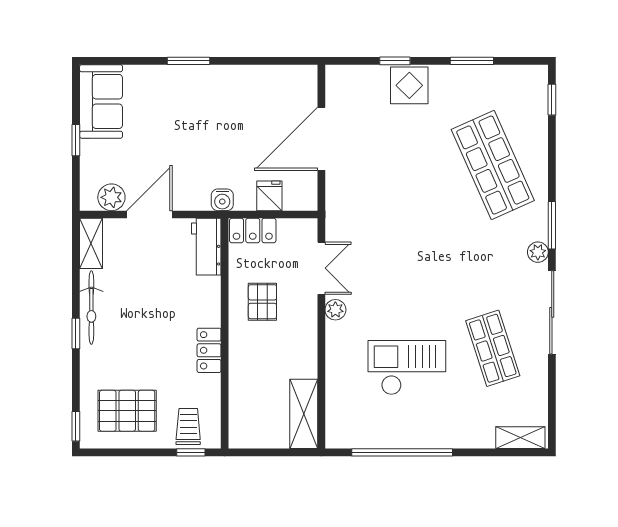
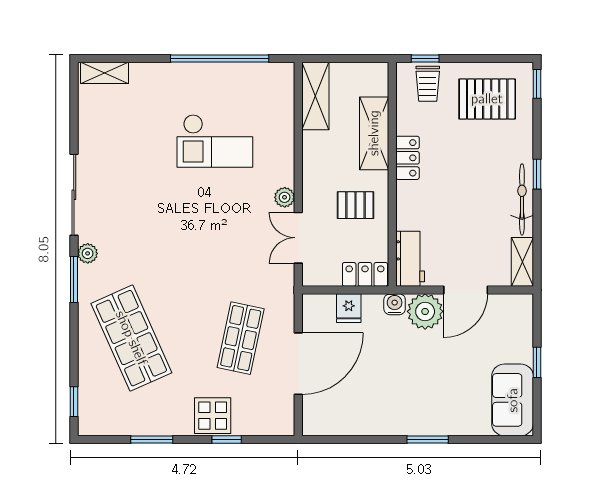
plant: (111, 197) -> (425, 311), moved, width x1.36, depth x1.36
pallet: (262, 302) -> (355, 205), turned 90
shop shelf: (493, 348) -> (241, 338), moved, turned 30
shelving: (243, 375) -> (374, 133), added

